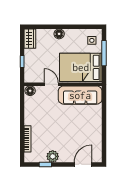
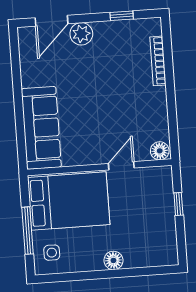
wardrobe: (30, 39) -> (167, 248), removed
door: (51, 84) -> (121, 166), swing flipped
sofa: (80, 95) -> (41, 128), moved, turned 90
plant: (53, 156) -> (81, 34), moved

